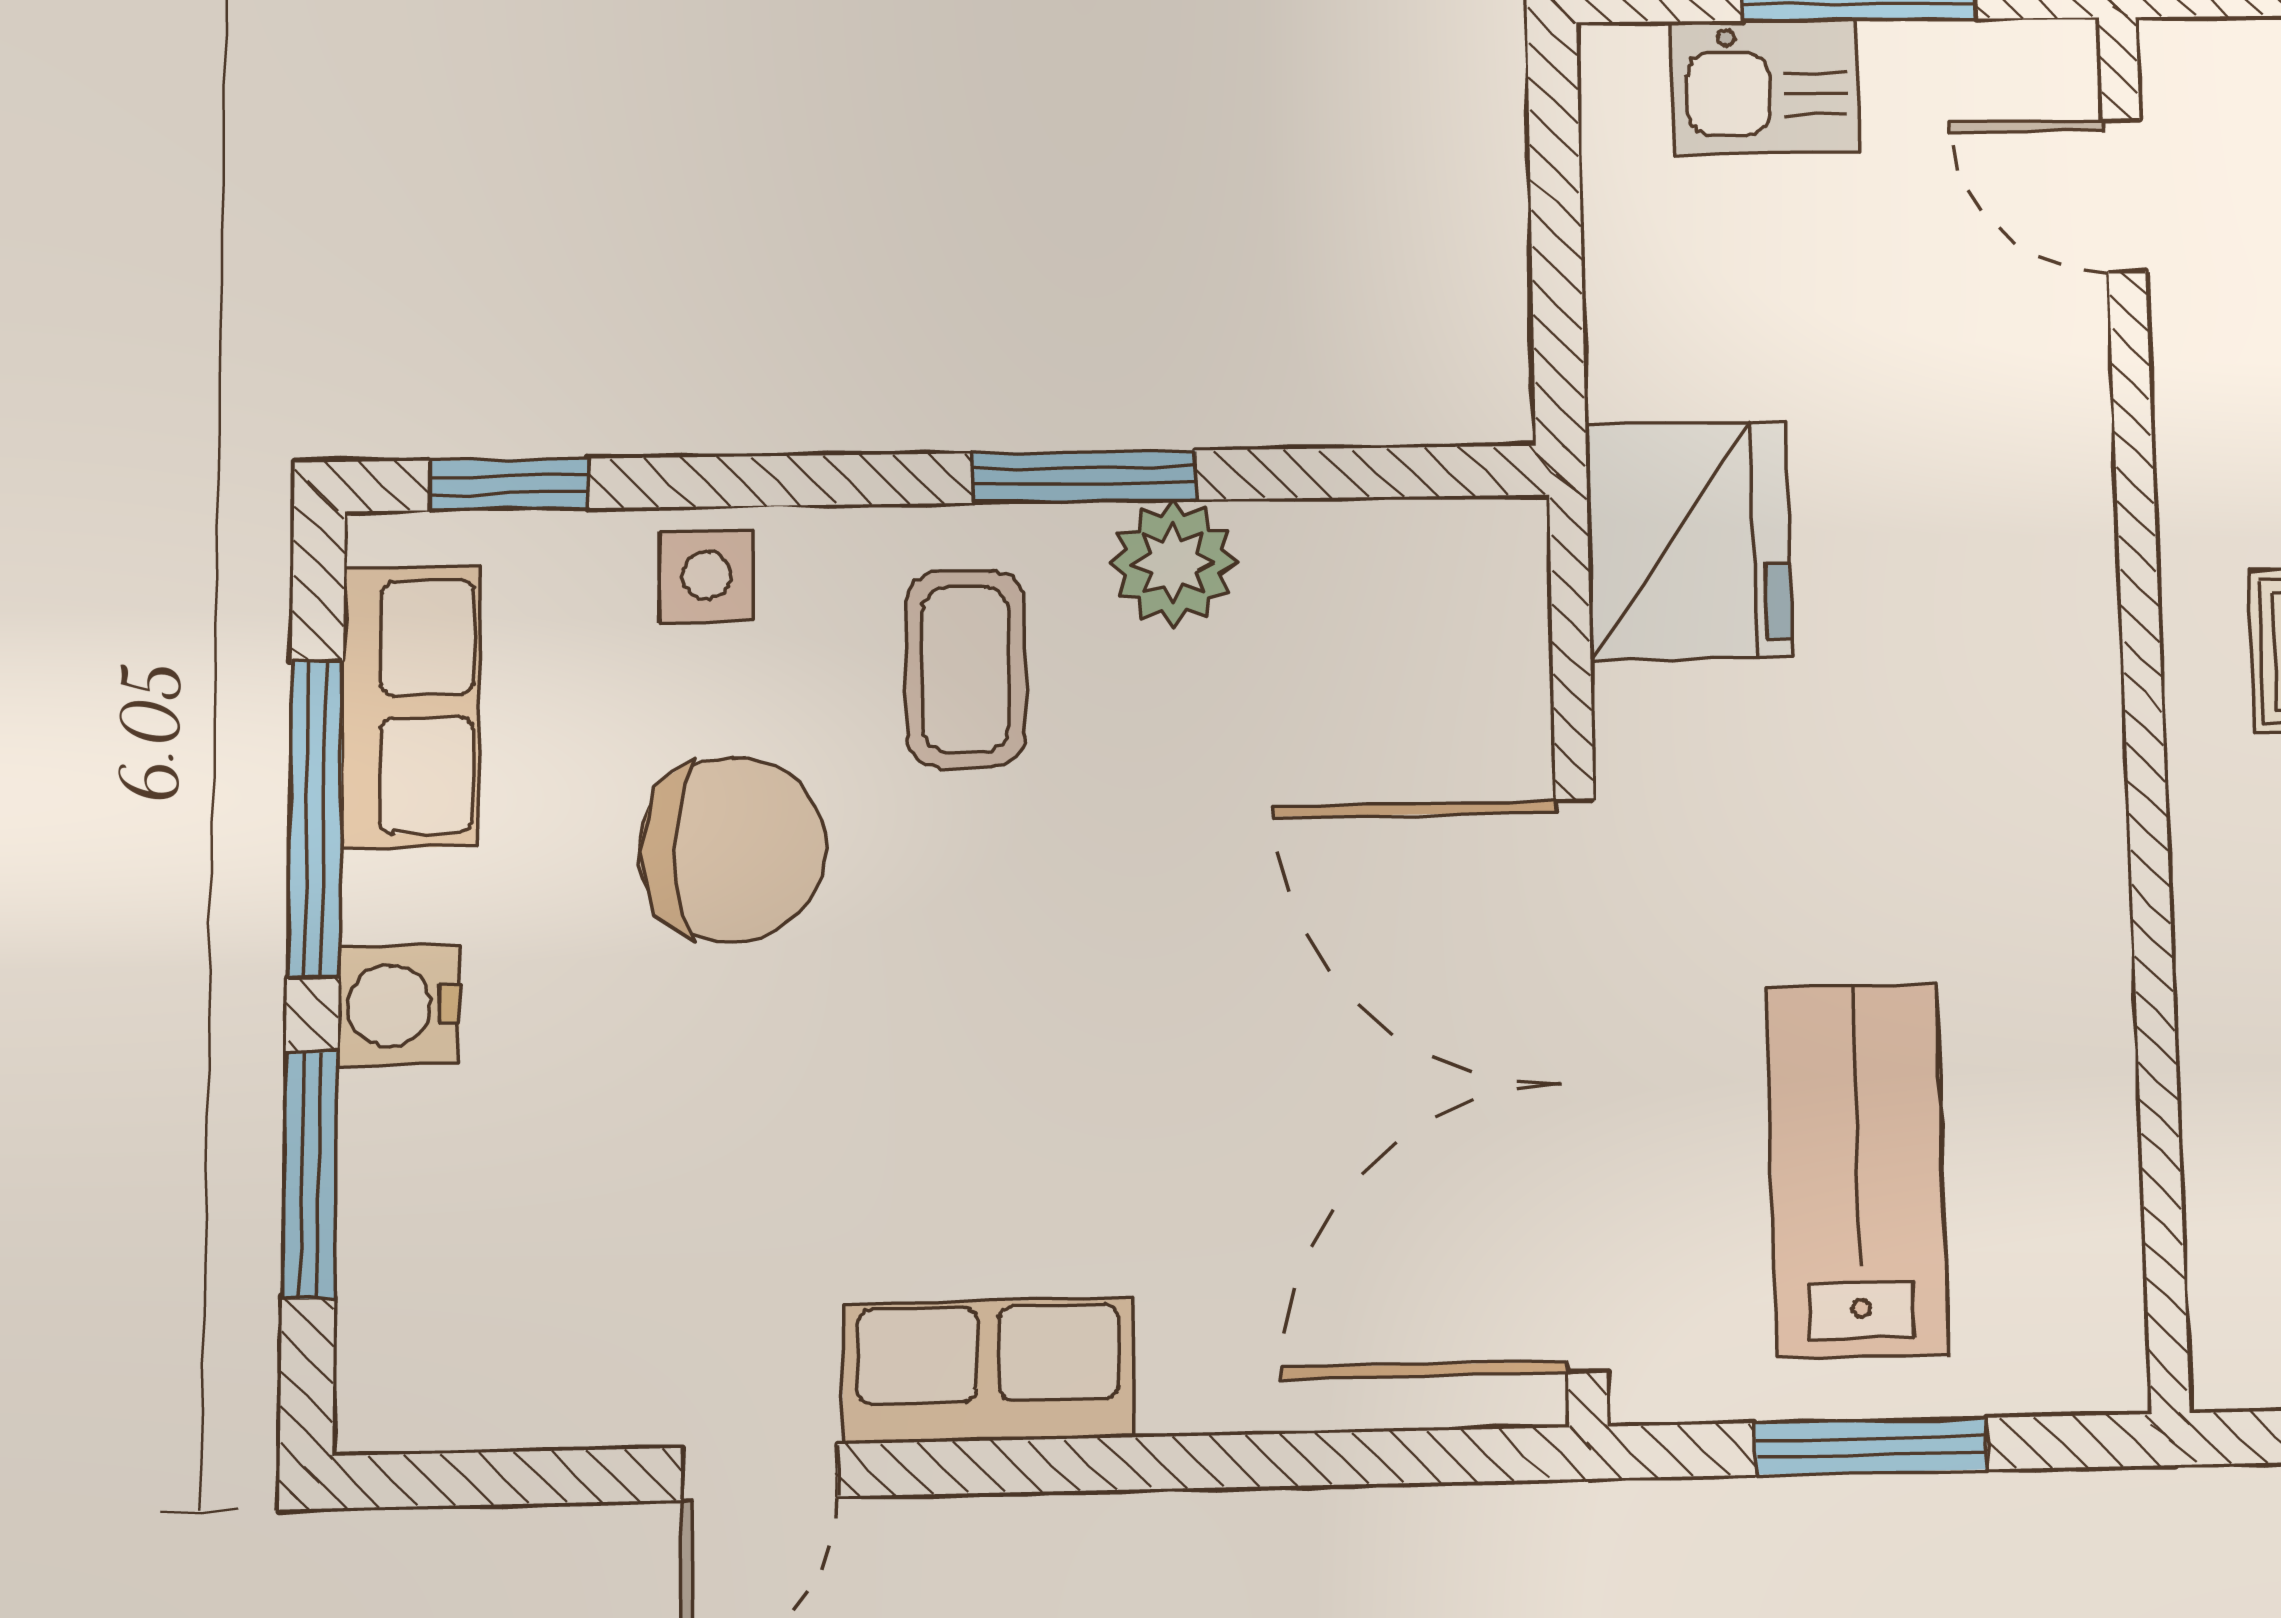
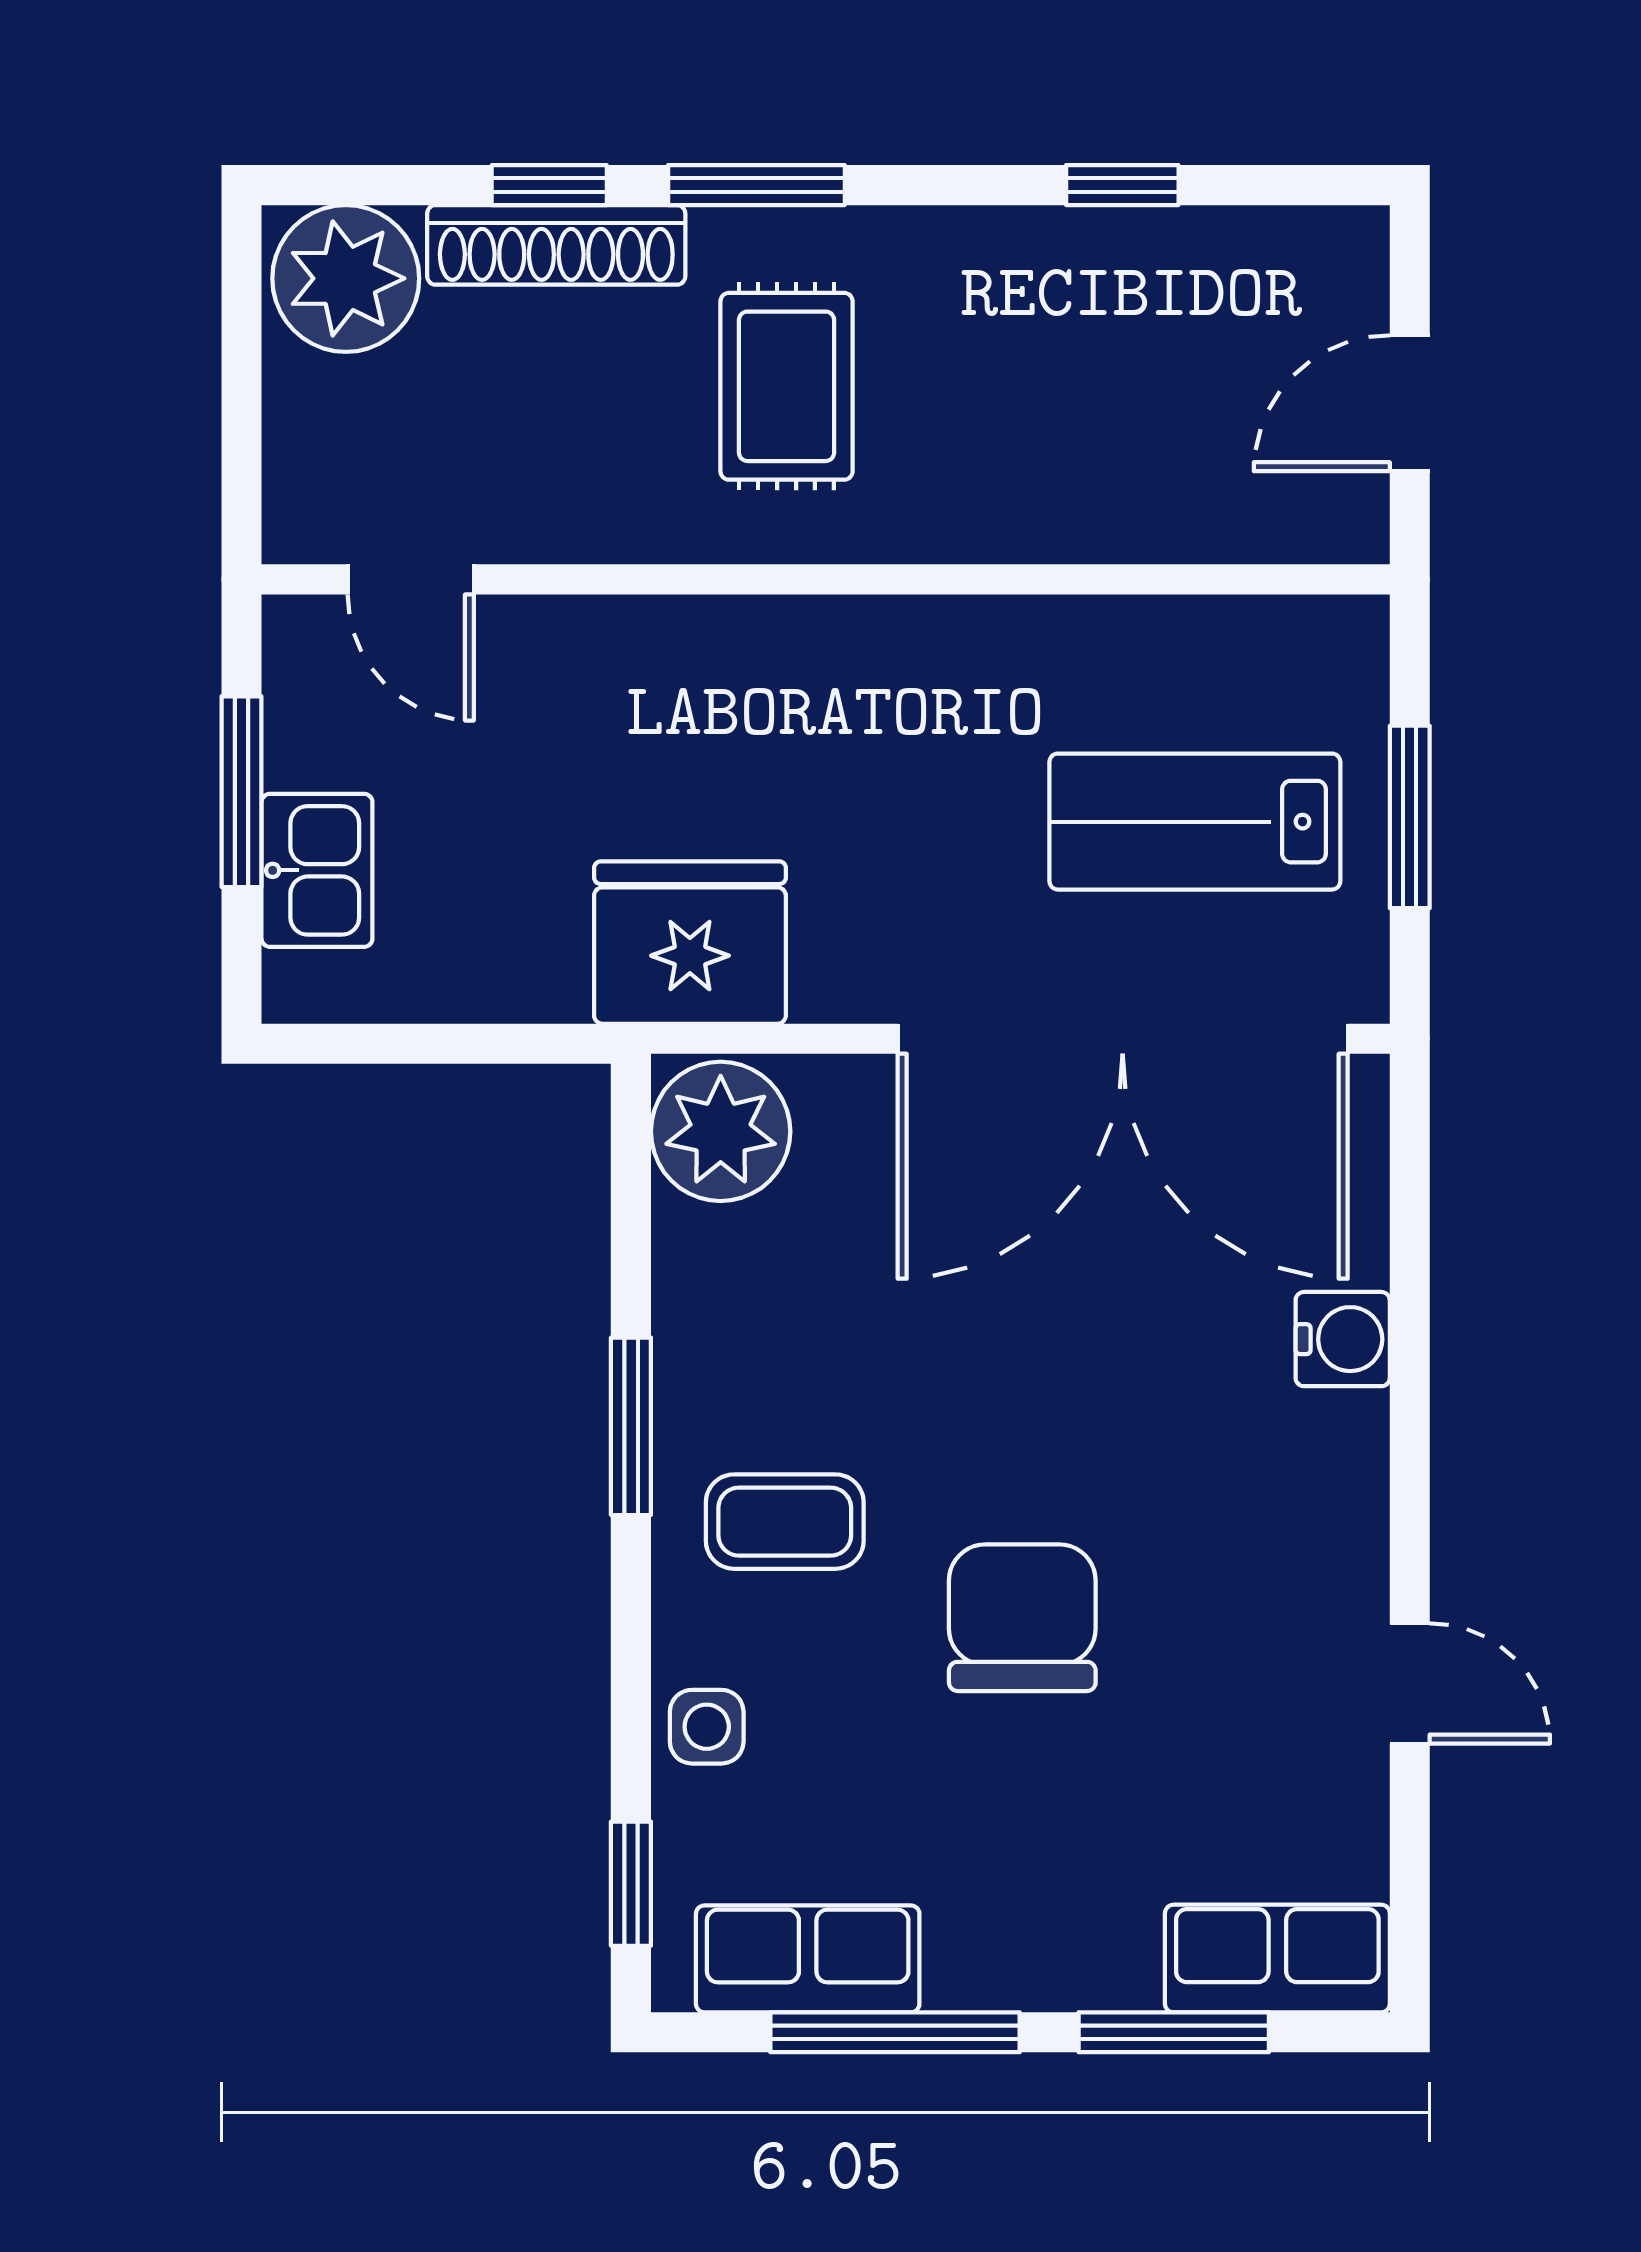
door: (2124, 196) -> (411, 579), hinge flipped
plant: (1173, 563) -> (721, 1131), moved, width x1.36, depth x1.36
chair: (732, 849) -> (1022, 1618), moved
water cooler: (399, 1005) -> (1343, 1339), moved, turned -90
row of seats: (988, 1371) -> (1277, 1959), moved, turned 90

